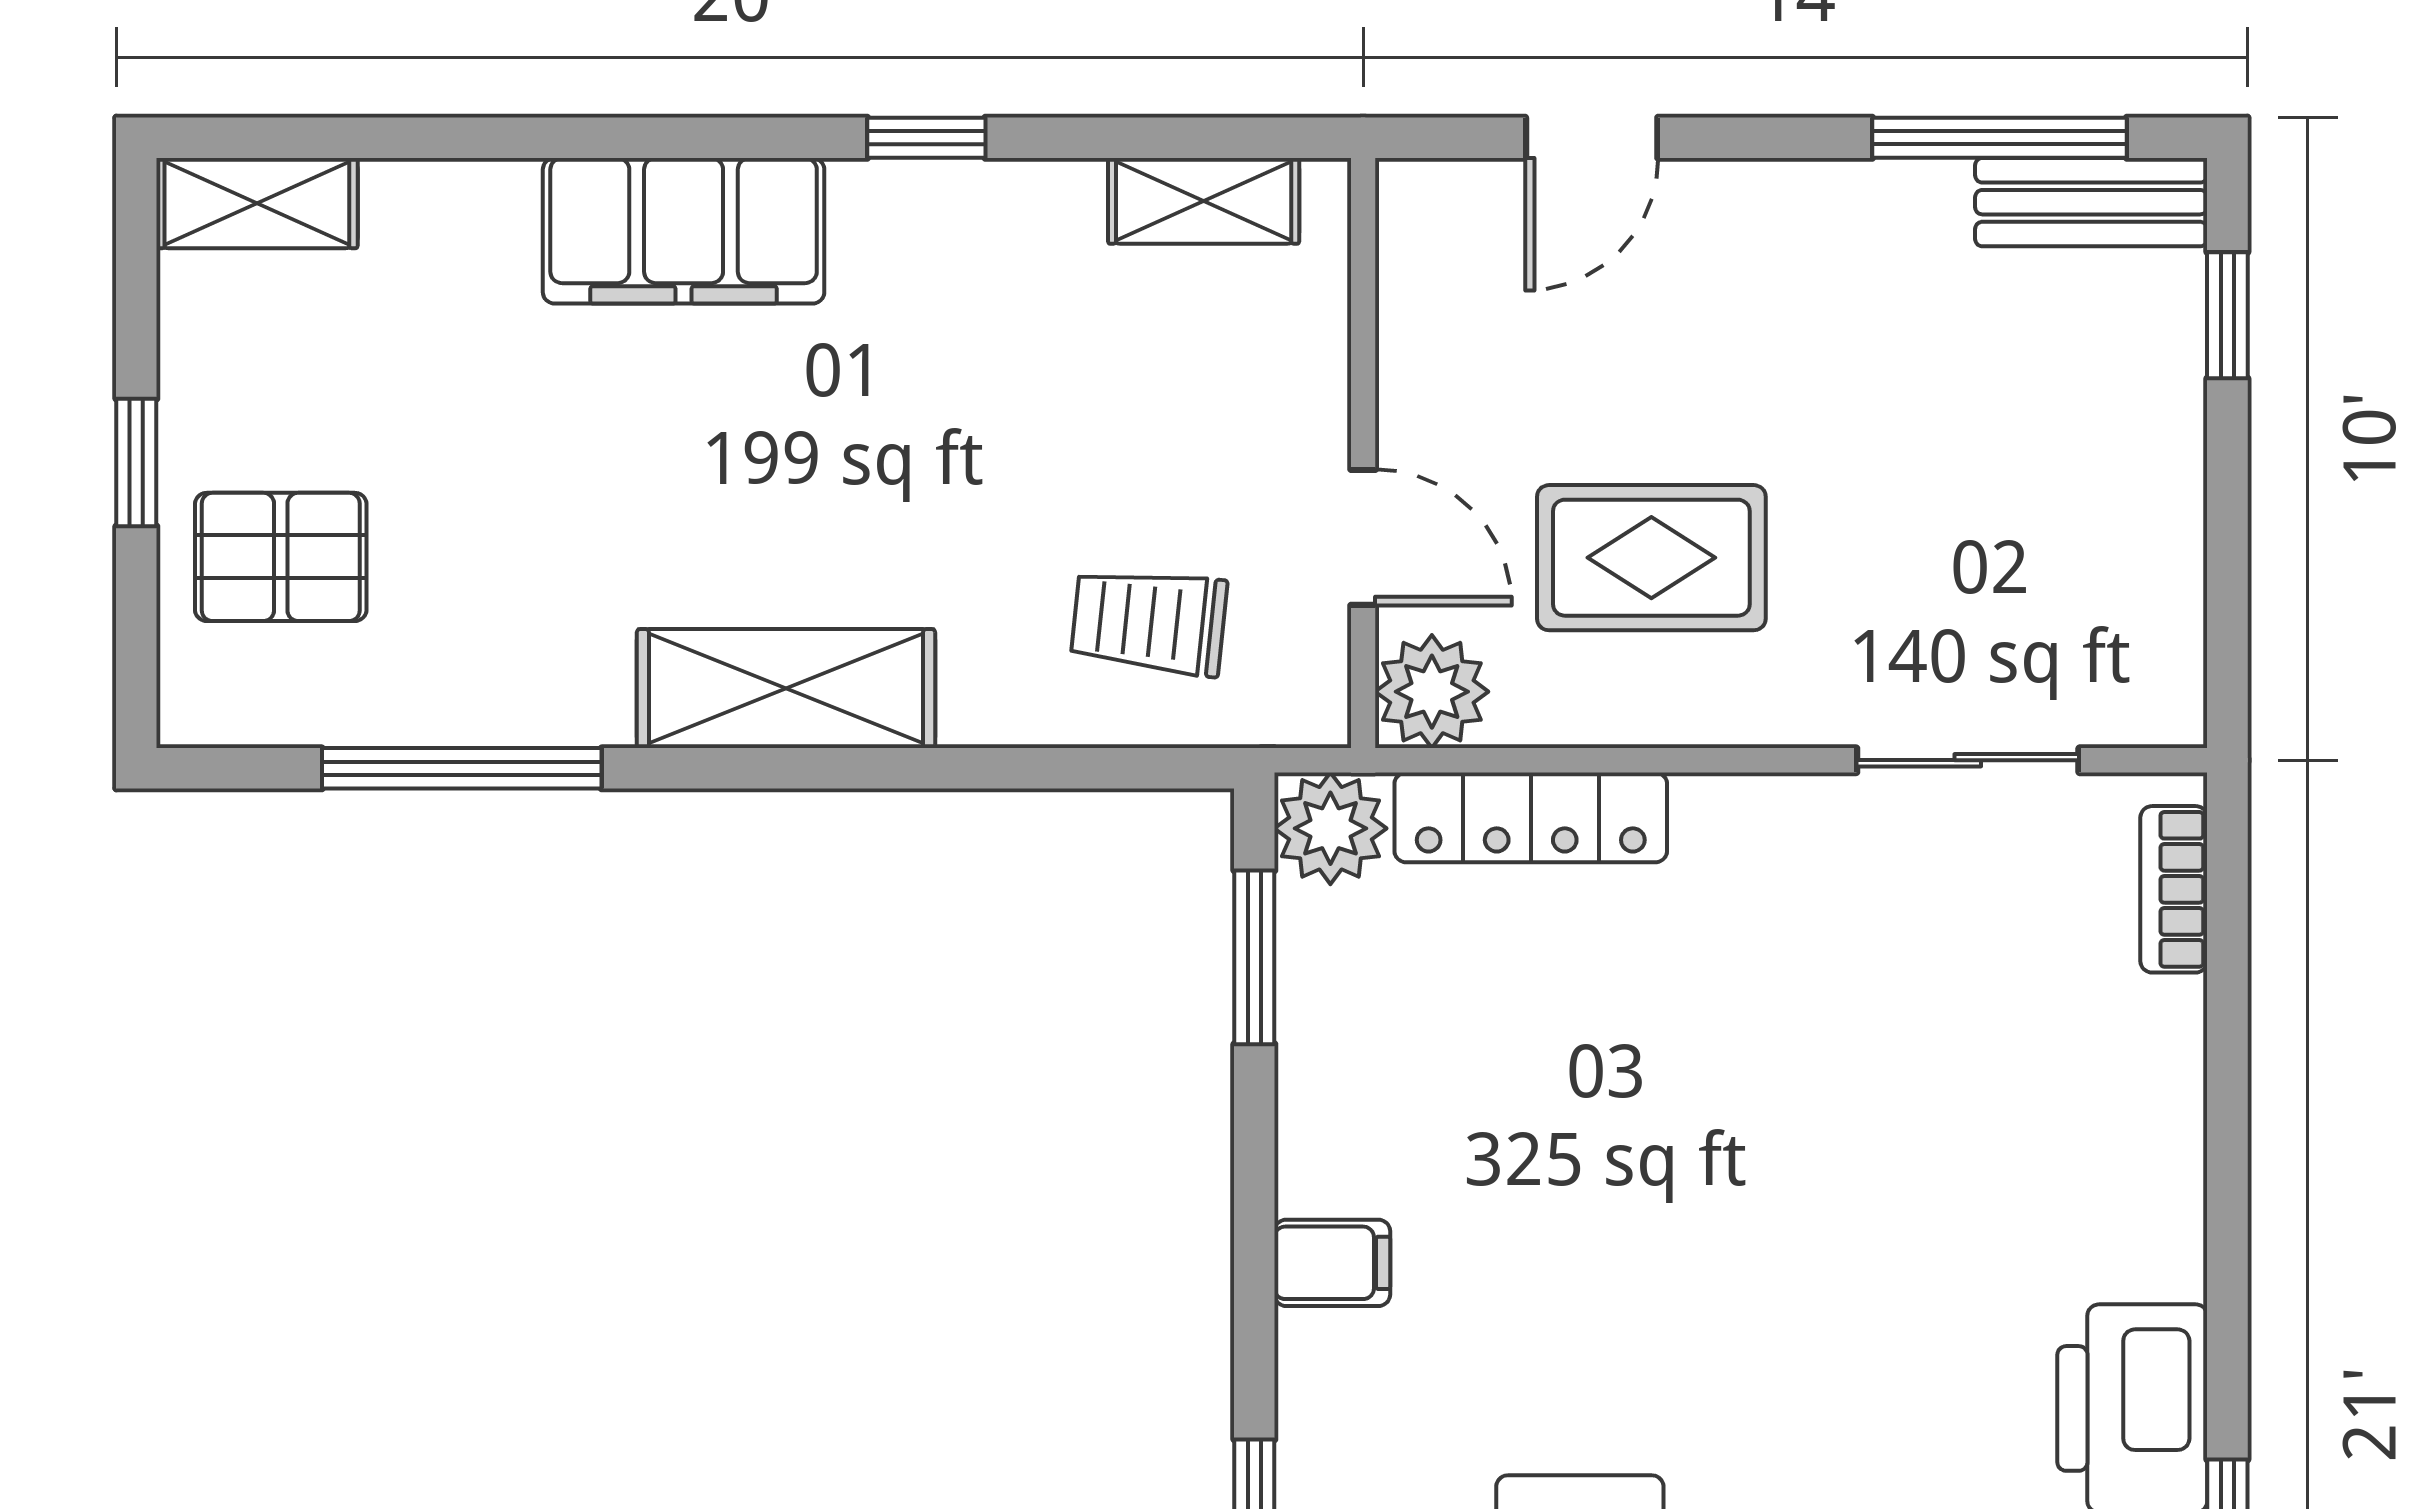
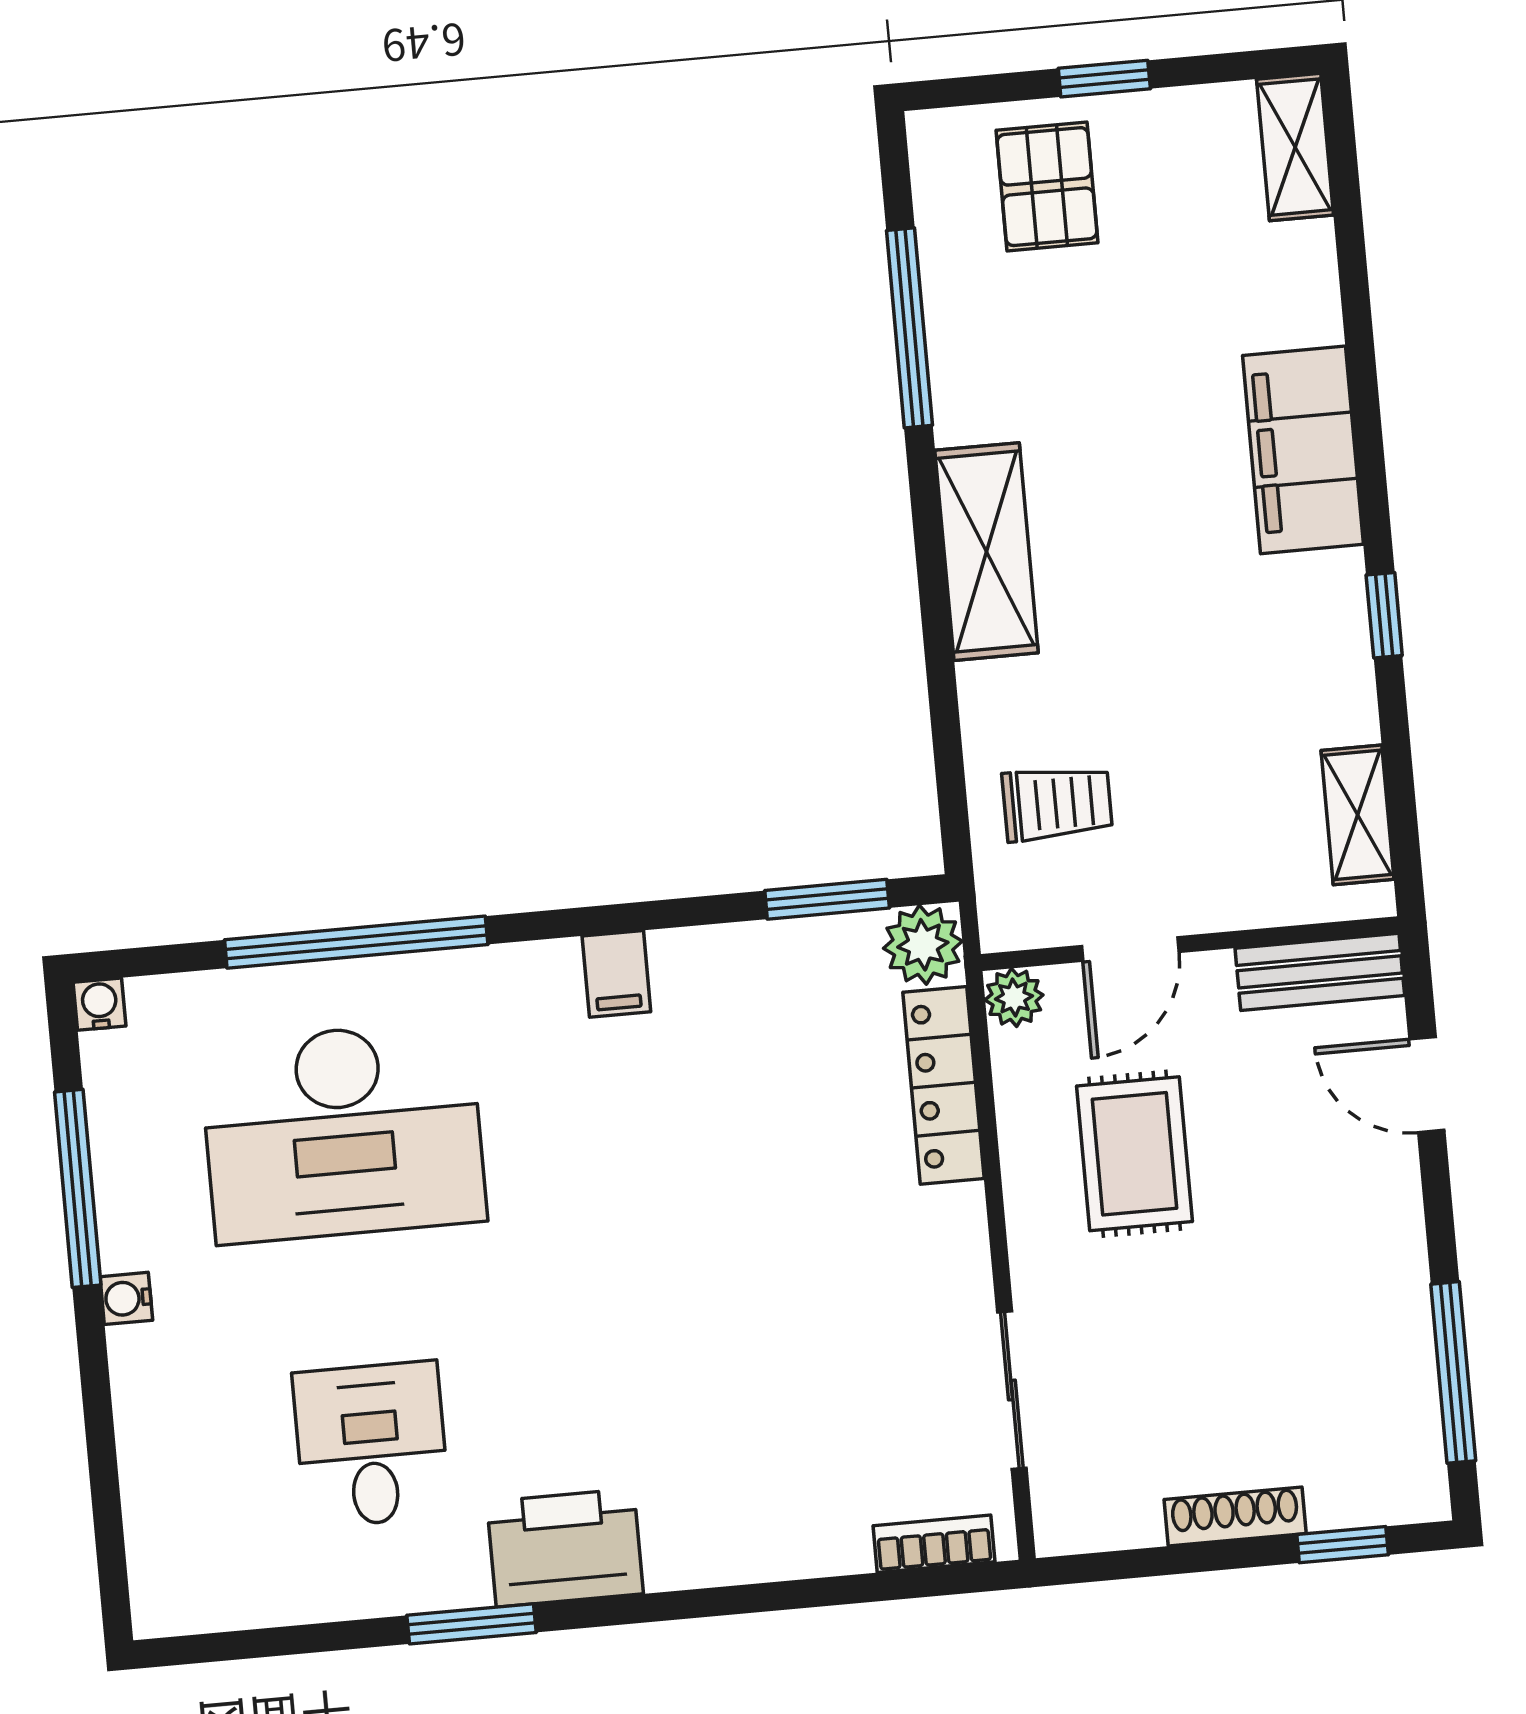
bench: (2091, 202) -> (1320, 972), moved, turned 90
shoe rack: (2174, 463) -> (1235, 1517), added
trolley: (1149, 622) -> (1057, 803), turned 84
plant: (1432, 692) -> (1014, 998), width x0.73, depth x0.73

